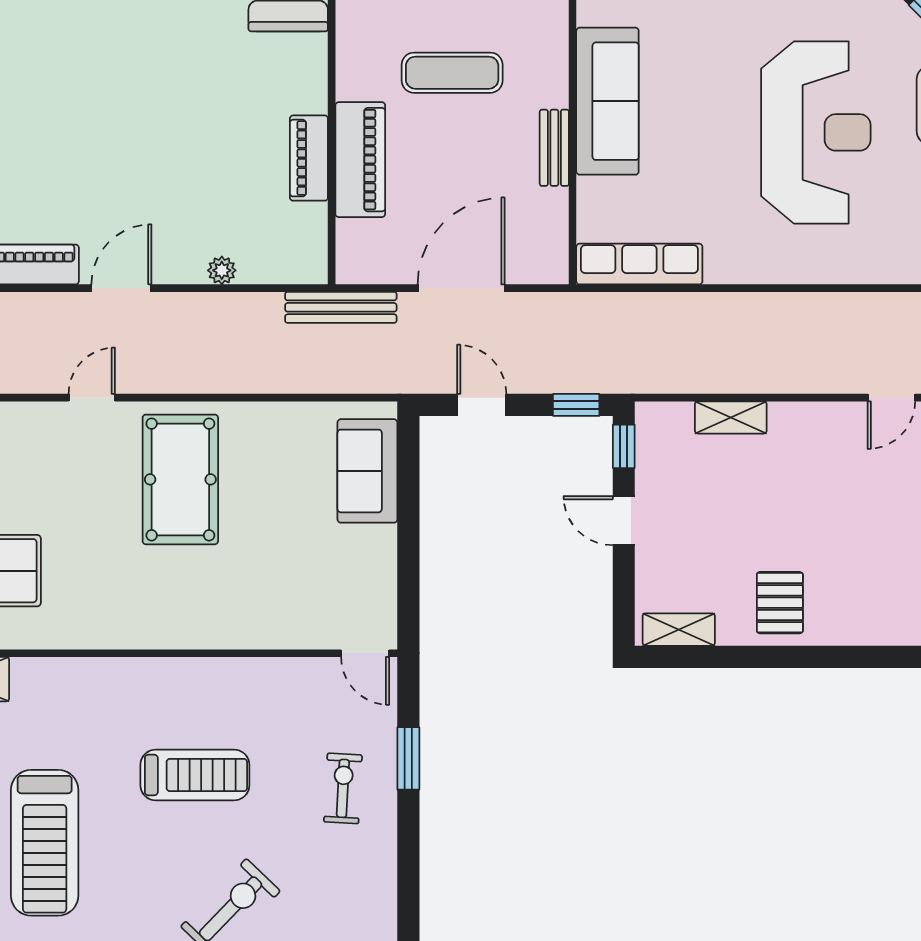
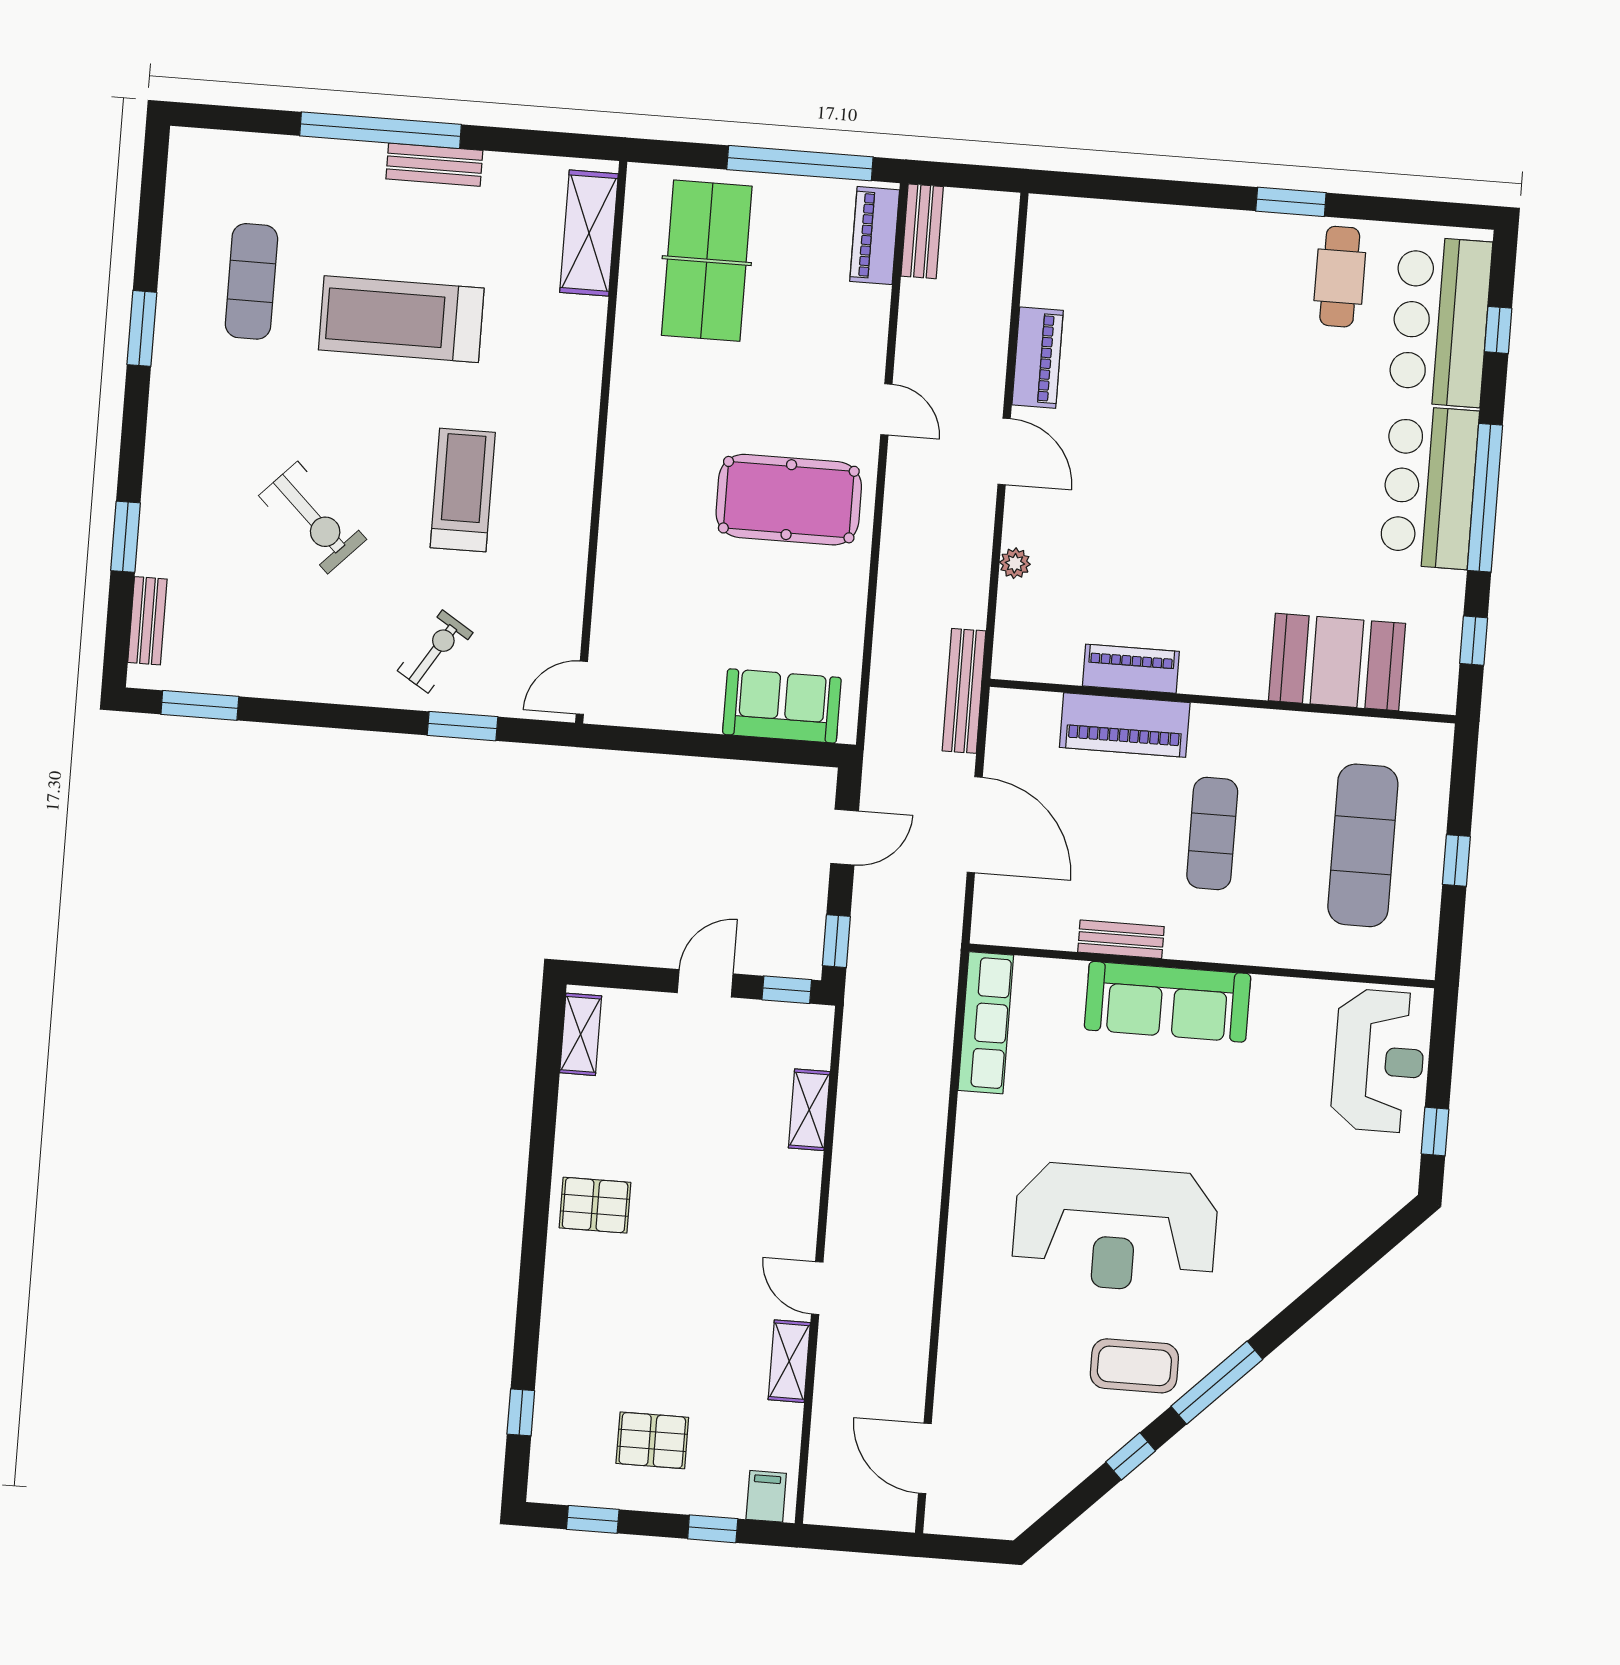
pallet: (780, 603) -> (595, 1205), moved
treadmill: (195, 775) -> (463, 490), turned 180
exercise bike: (343, 788) -> (435, 652), turned -61

